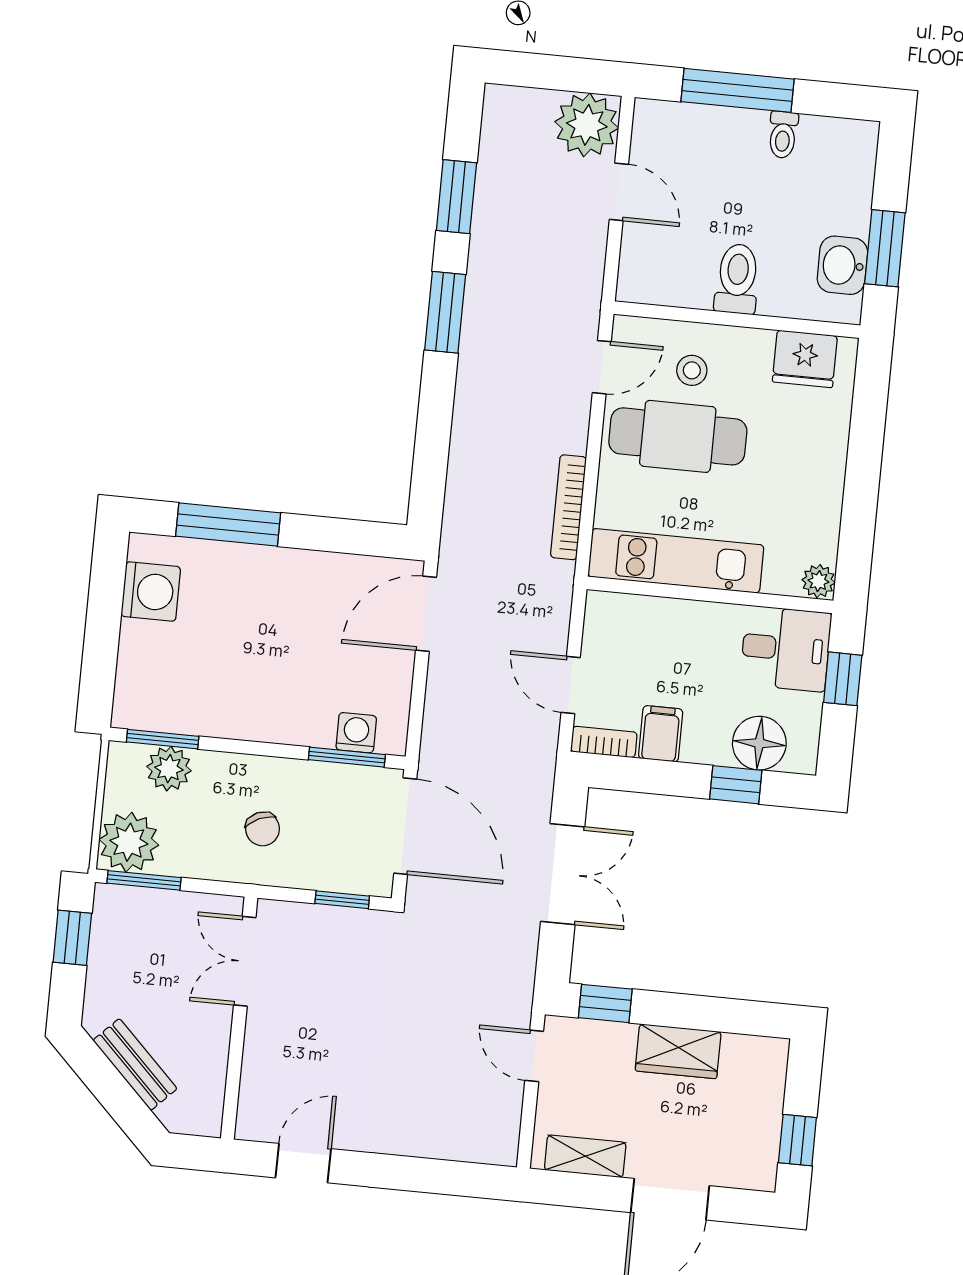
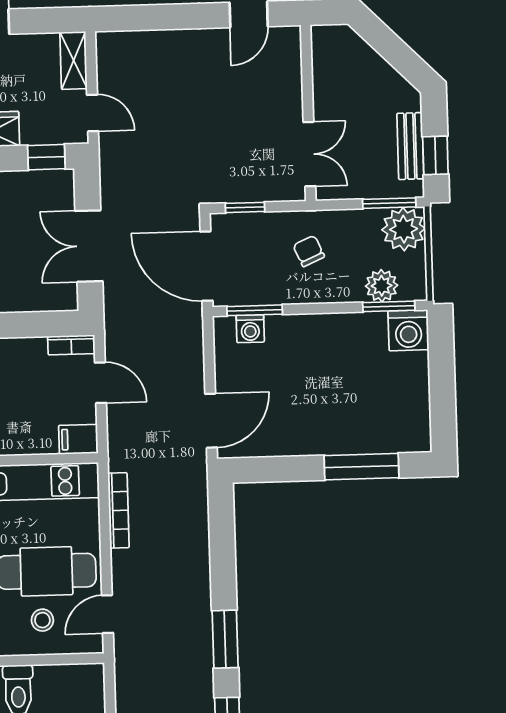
washing machine: (151, 592) -> (408, 330), moved, turned -90
filing cabinet: (661, 734) -> (78, 439), moved, turned 90
bench: (135, 1064) -> (410, 146), moved, turned 45
shelving: (585, 1156) -> (74, 60), moved, turned 90

